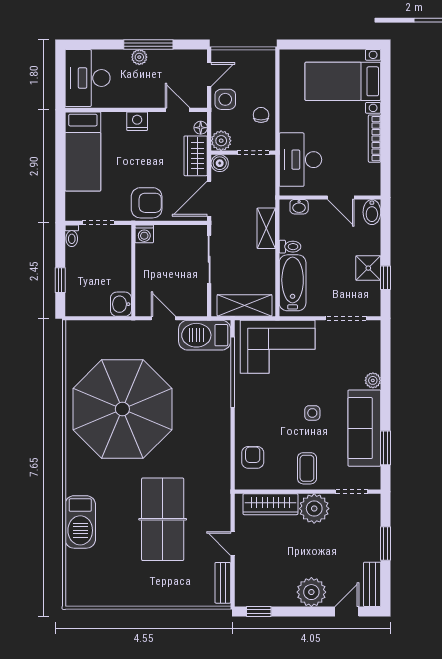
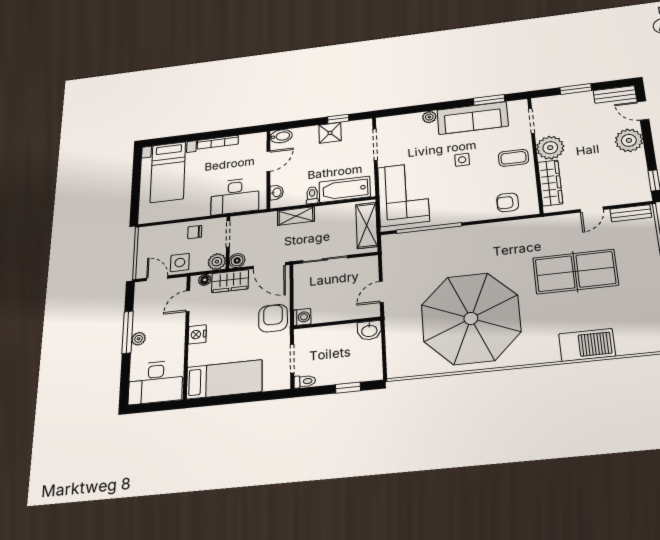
barbecue: (205, 335) -> (396, 255), removed

